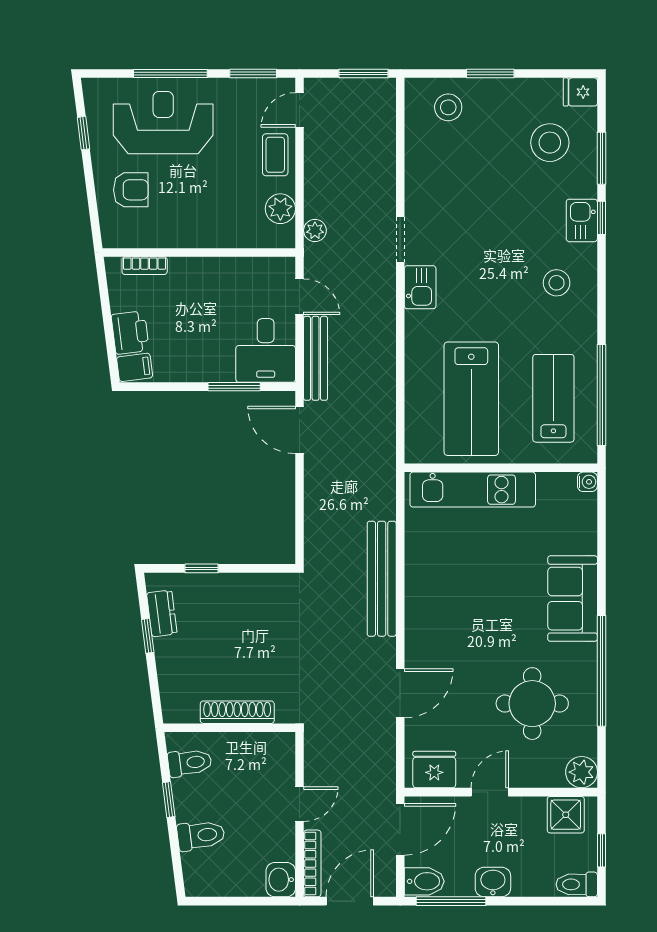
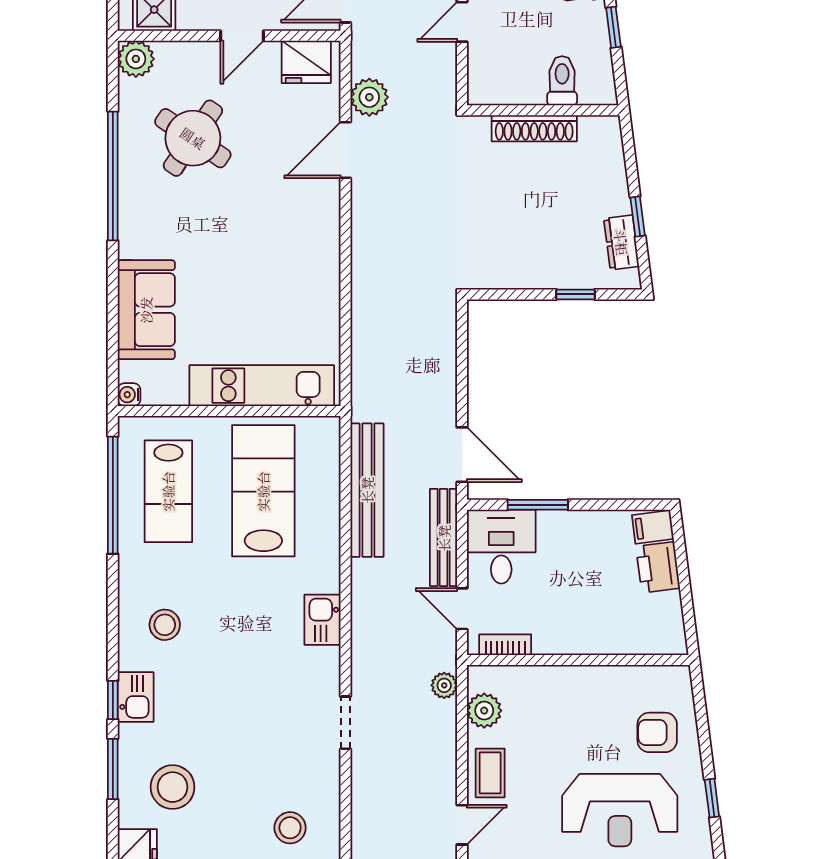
doorway: (400, 240) -> (346, 723), moved
bookcase: (145, 266) -> (505, 645), moved
bench: (382, 579) -> (367, 490), moved
sofa: (573, 599) -> (146, 310), moved
round table: (532, 704) -> (193, 138), turned 34
plant: (380, 739) -> (369, 97), added
toilet: (190, 763) -> (562, 81), moved, turned 97

